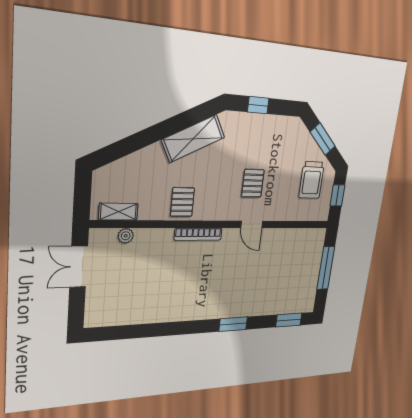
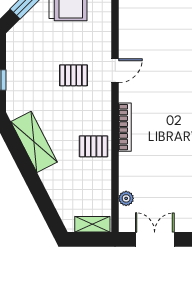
shelving: (118, 212) -> (92, 224), moved, turned 90
double door: (79, 267) -> (155, 239), swing flipped

